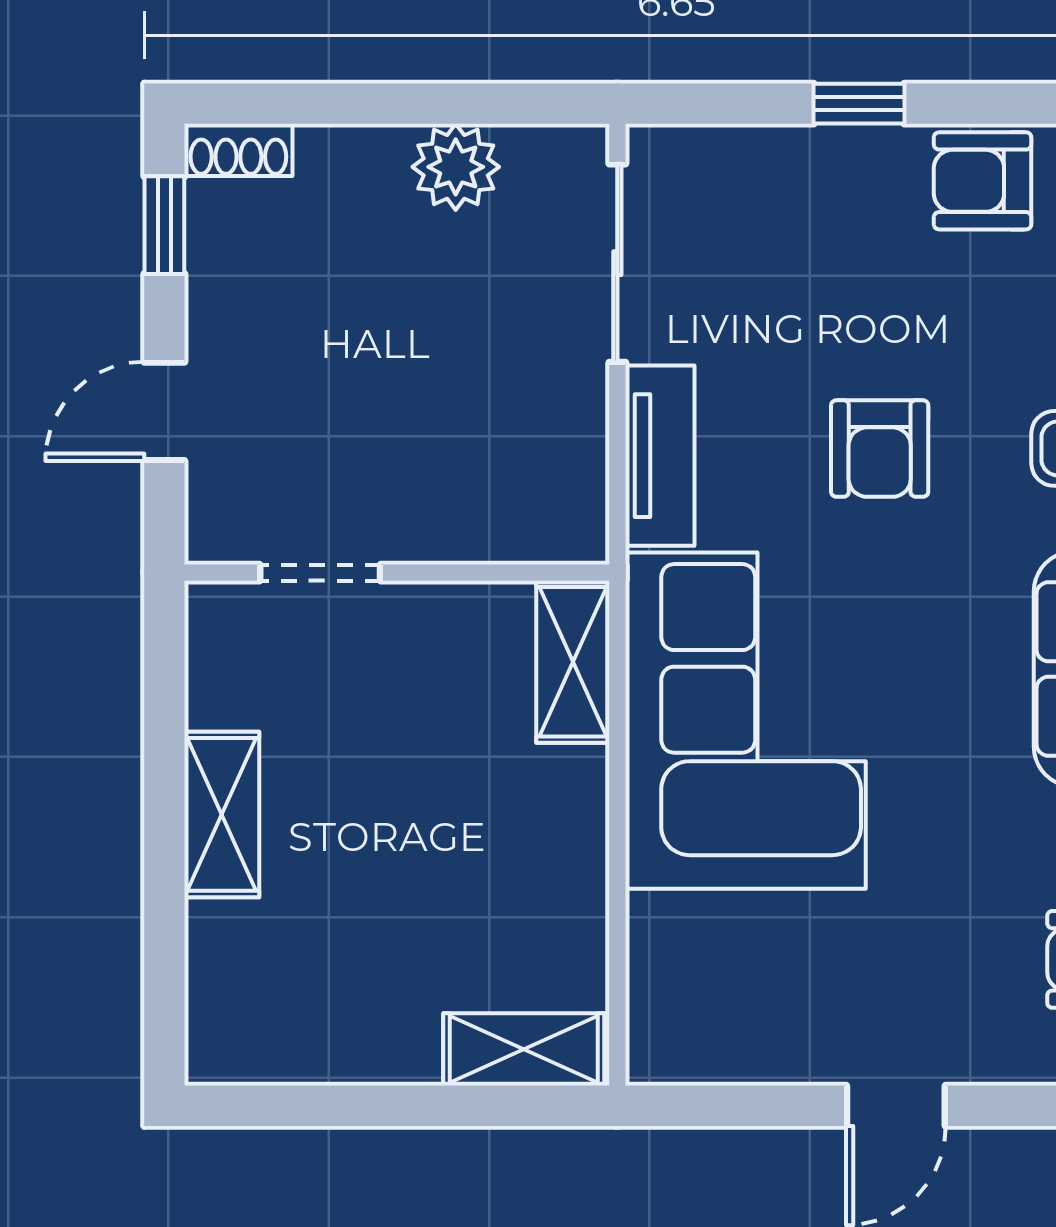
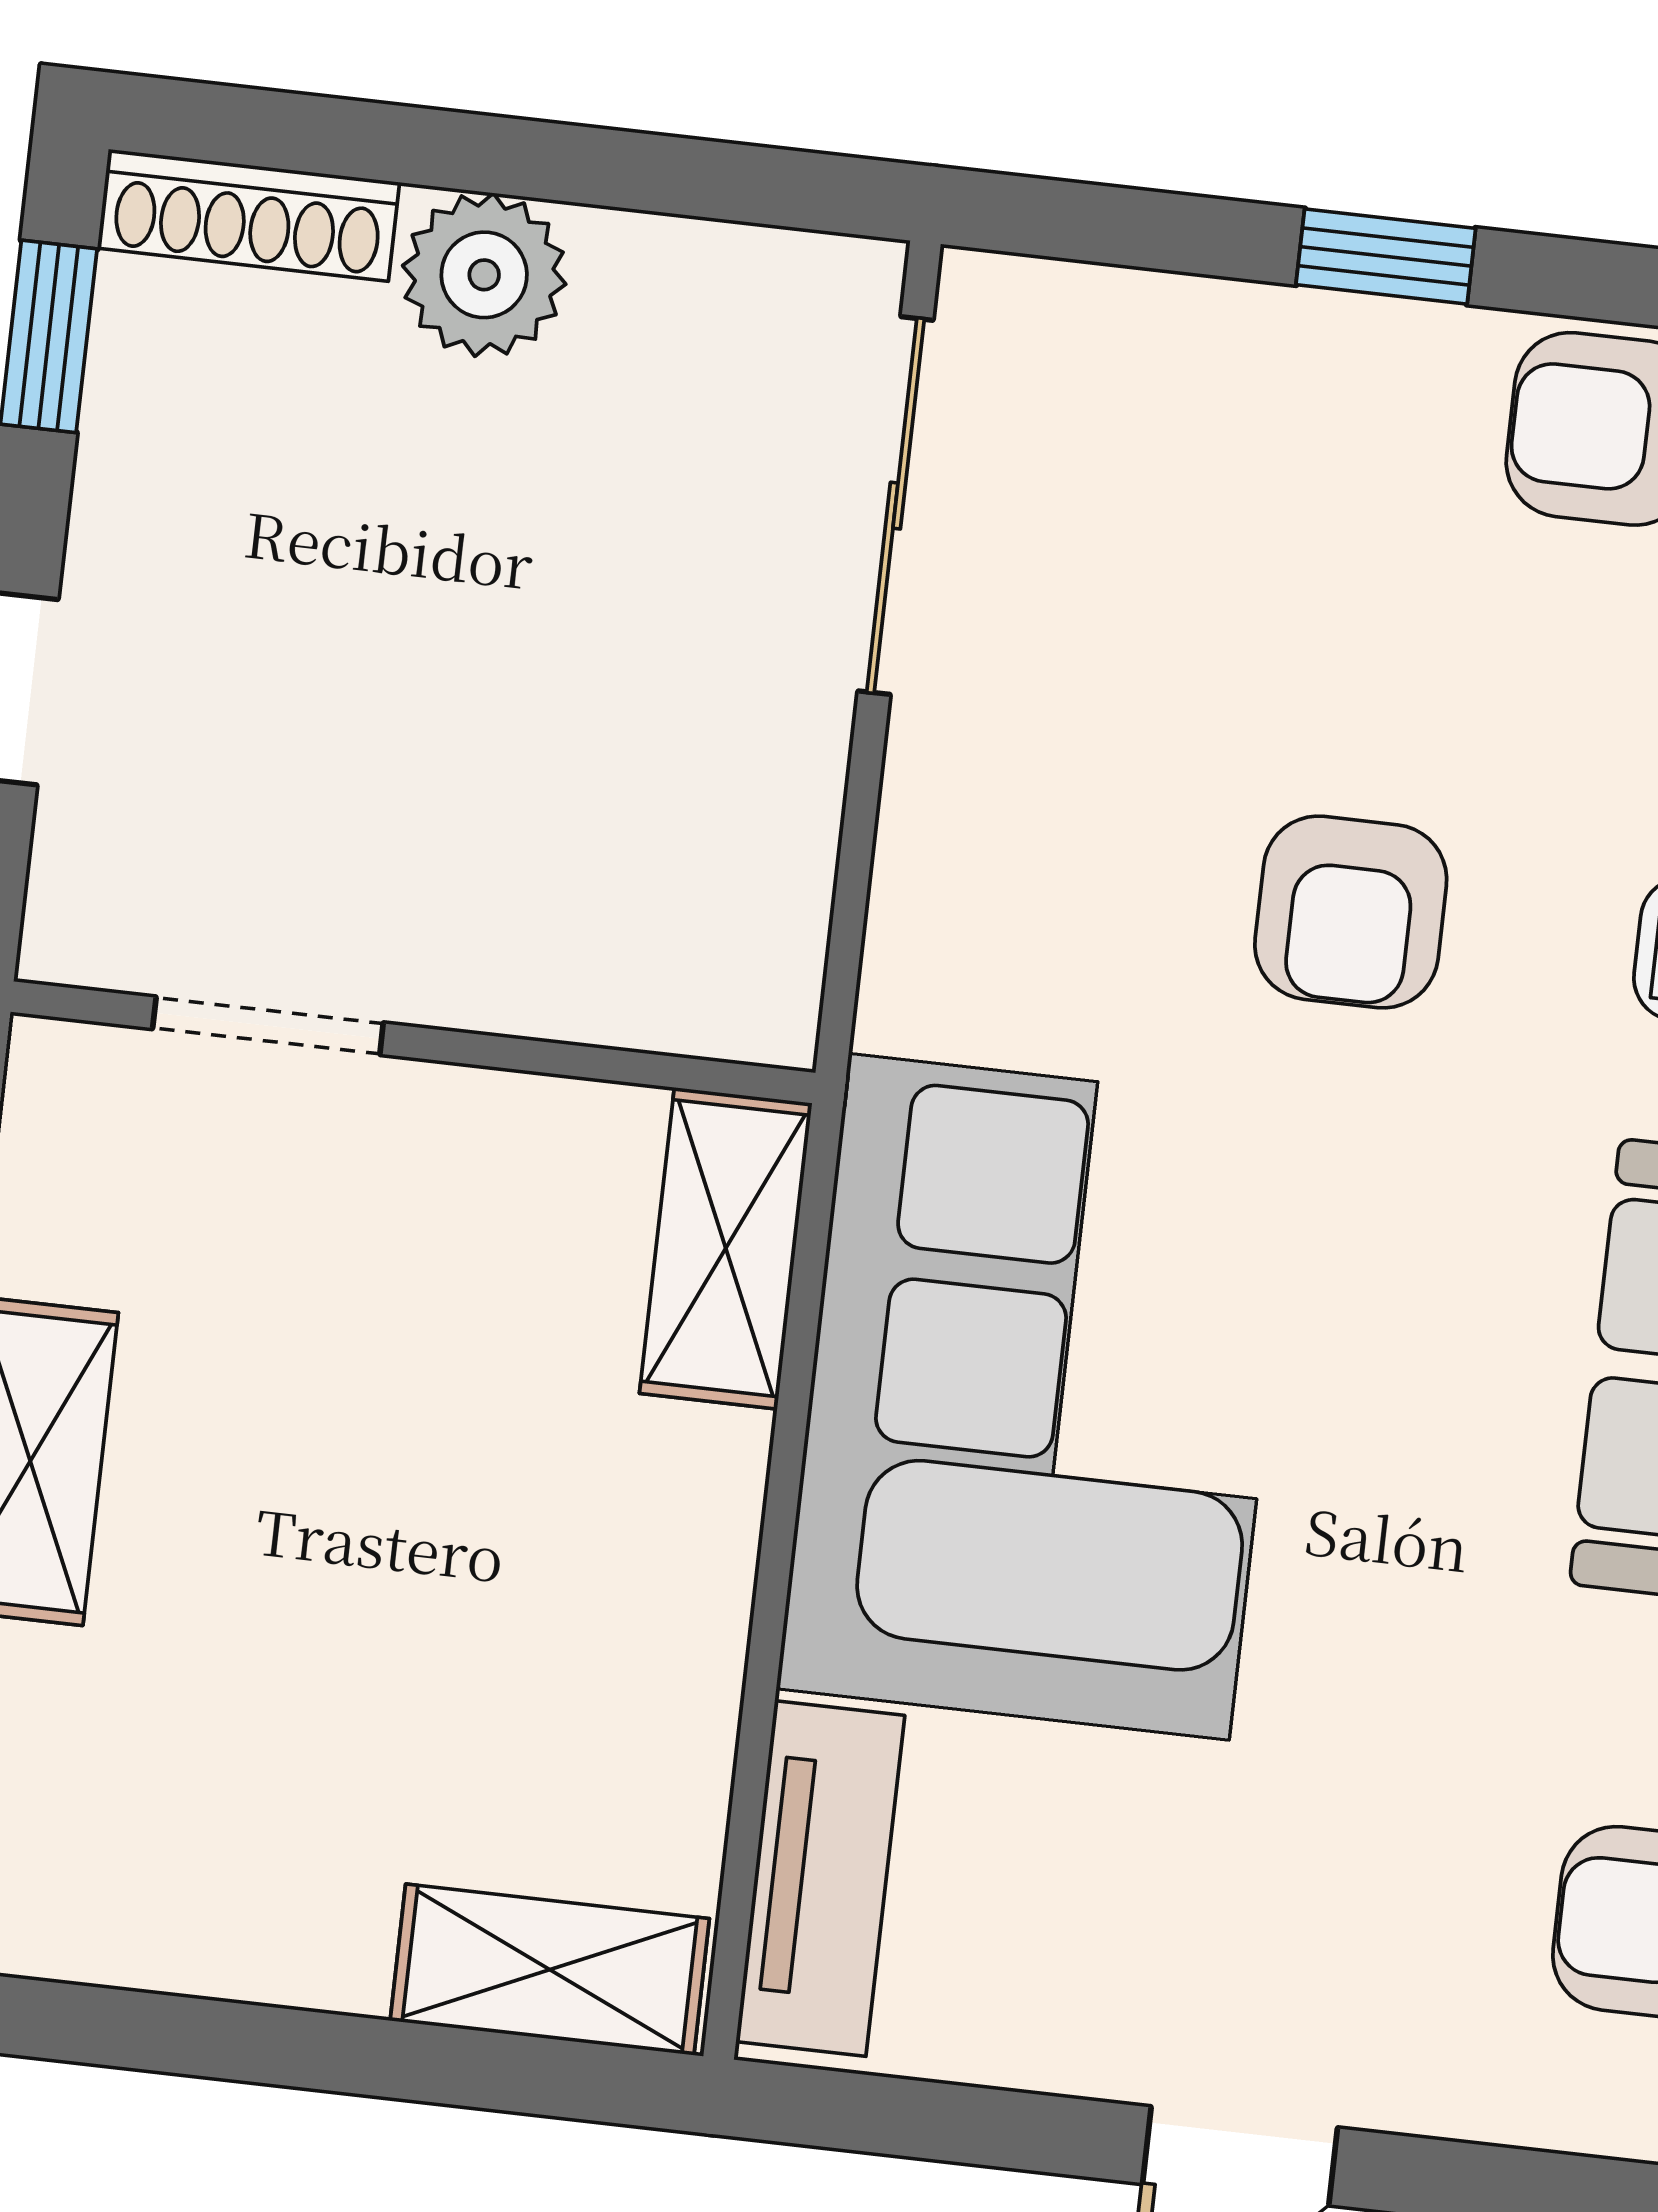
shoe rack: (238, 150) -> (248, 215), width x1.43
plant: (456, 167) -> (484, 275), moved
tv unit: (660, 456) -> (820, 1879), moved

